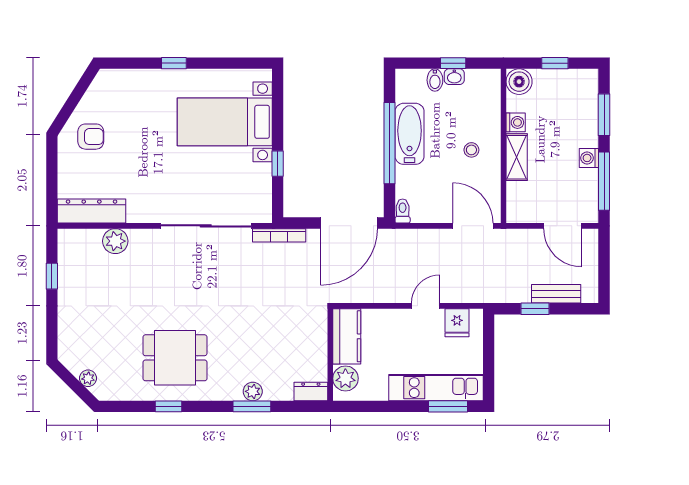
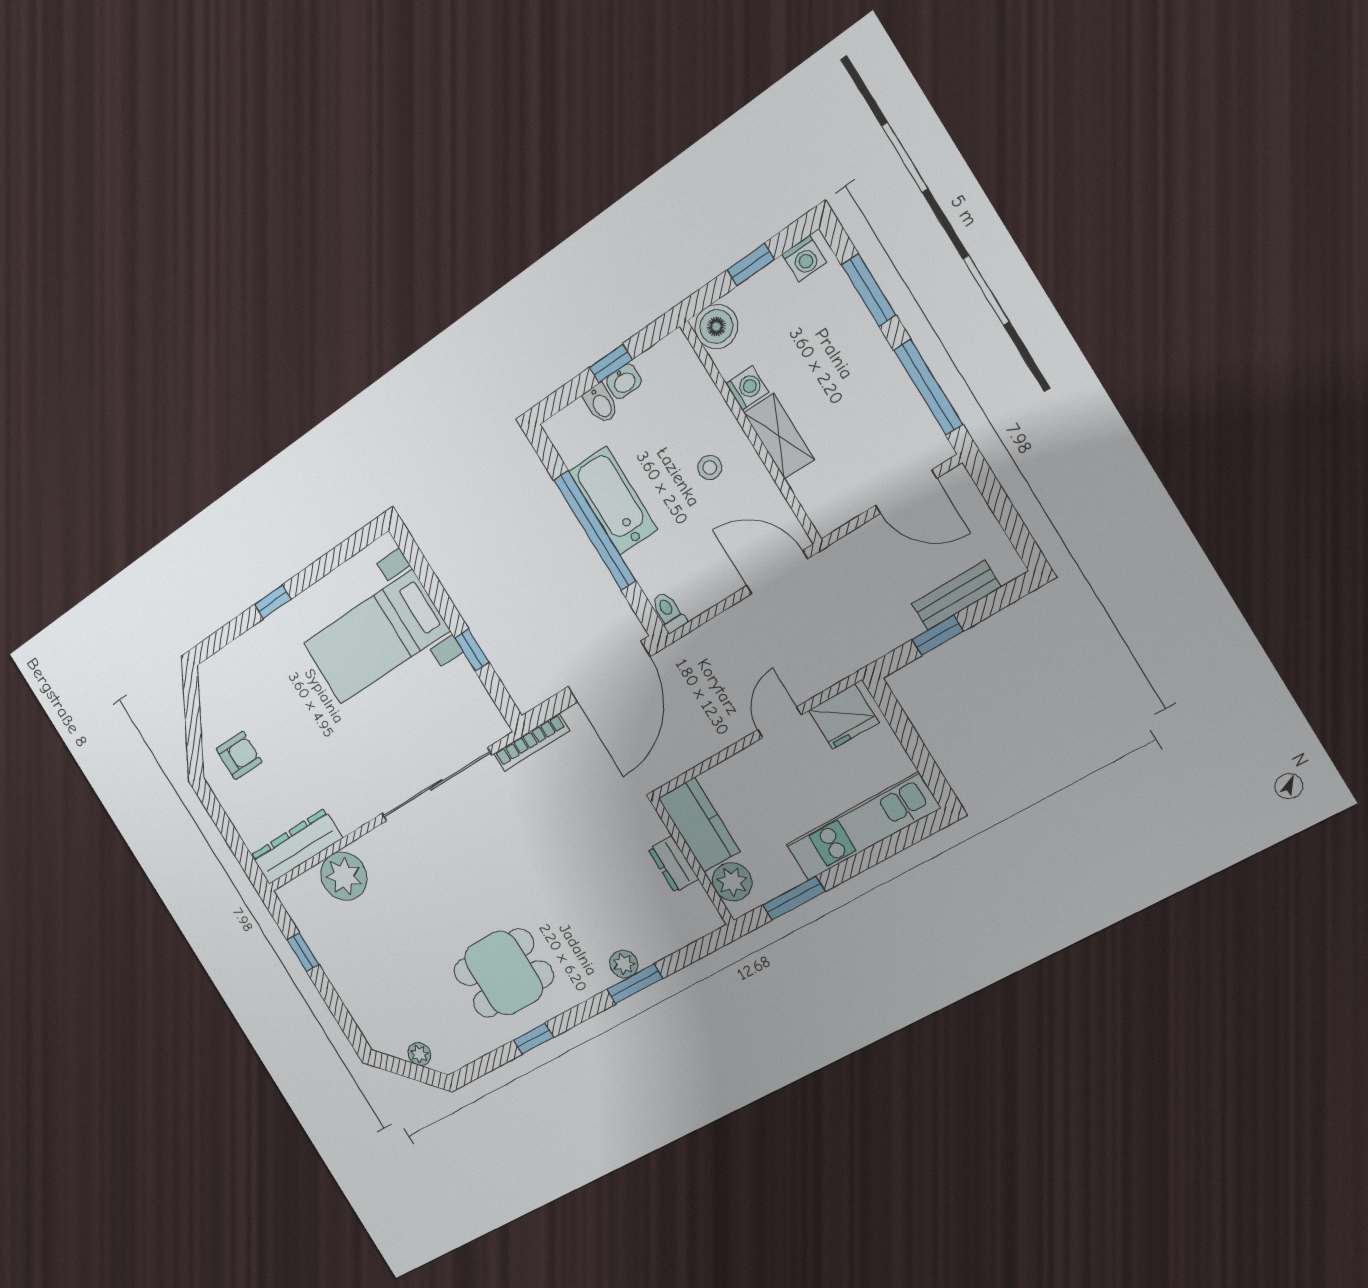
washing machine: (589, 158) -> (804, 258), moved, turned -90
plant: (115, 241) -> (344, 876), width x1.36, depth x1.36
fridge: (457, 323) -> (844, 717), width x1.38
dresser: (311, 391) -> (673, 864), moved, turned -90
window: (448, 406) -> (794, 898), moved

